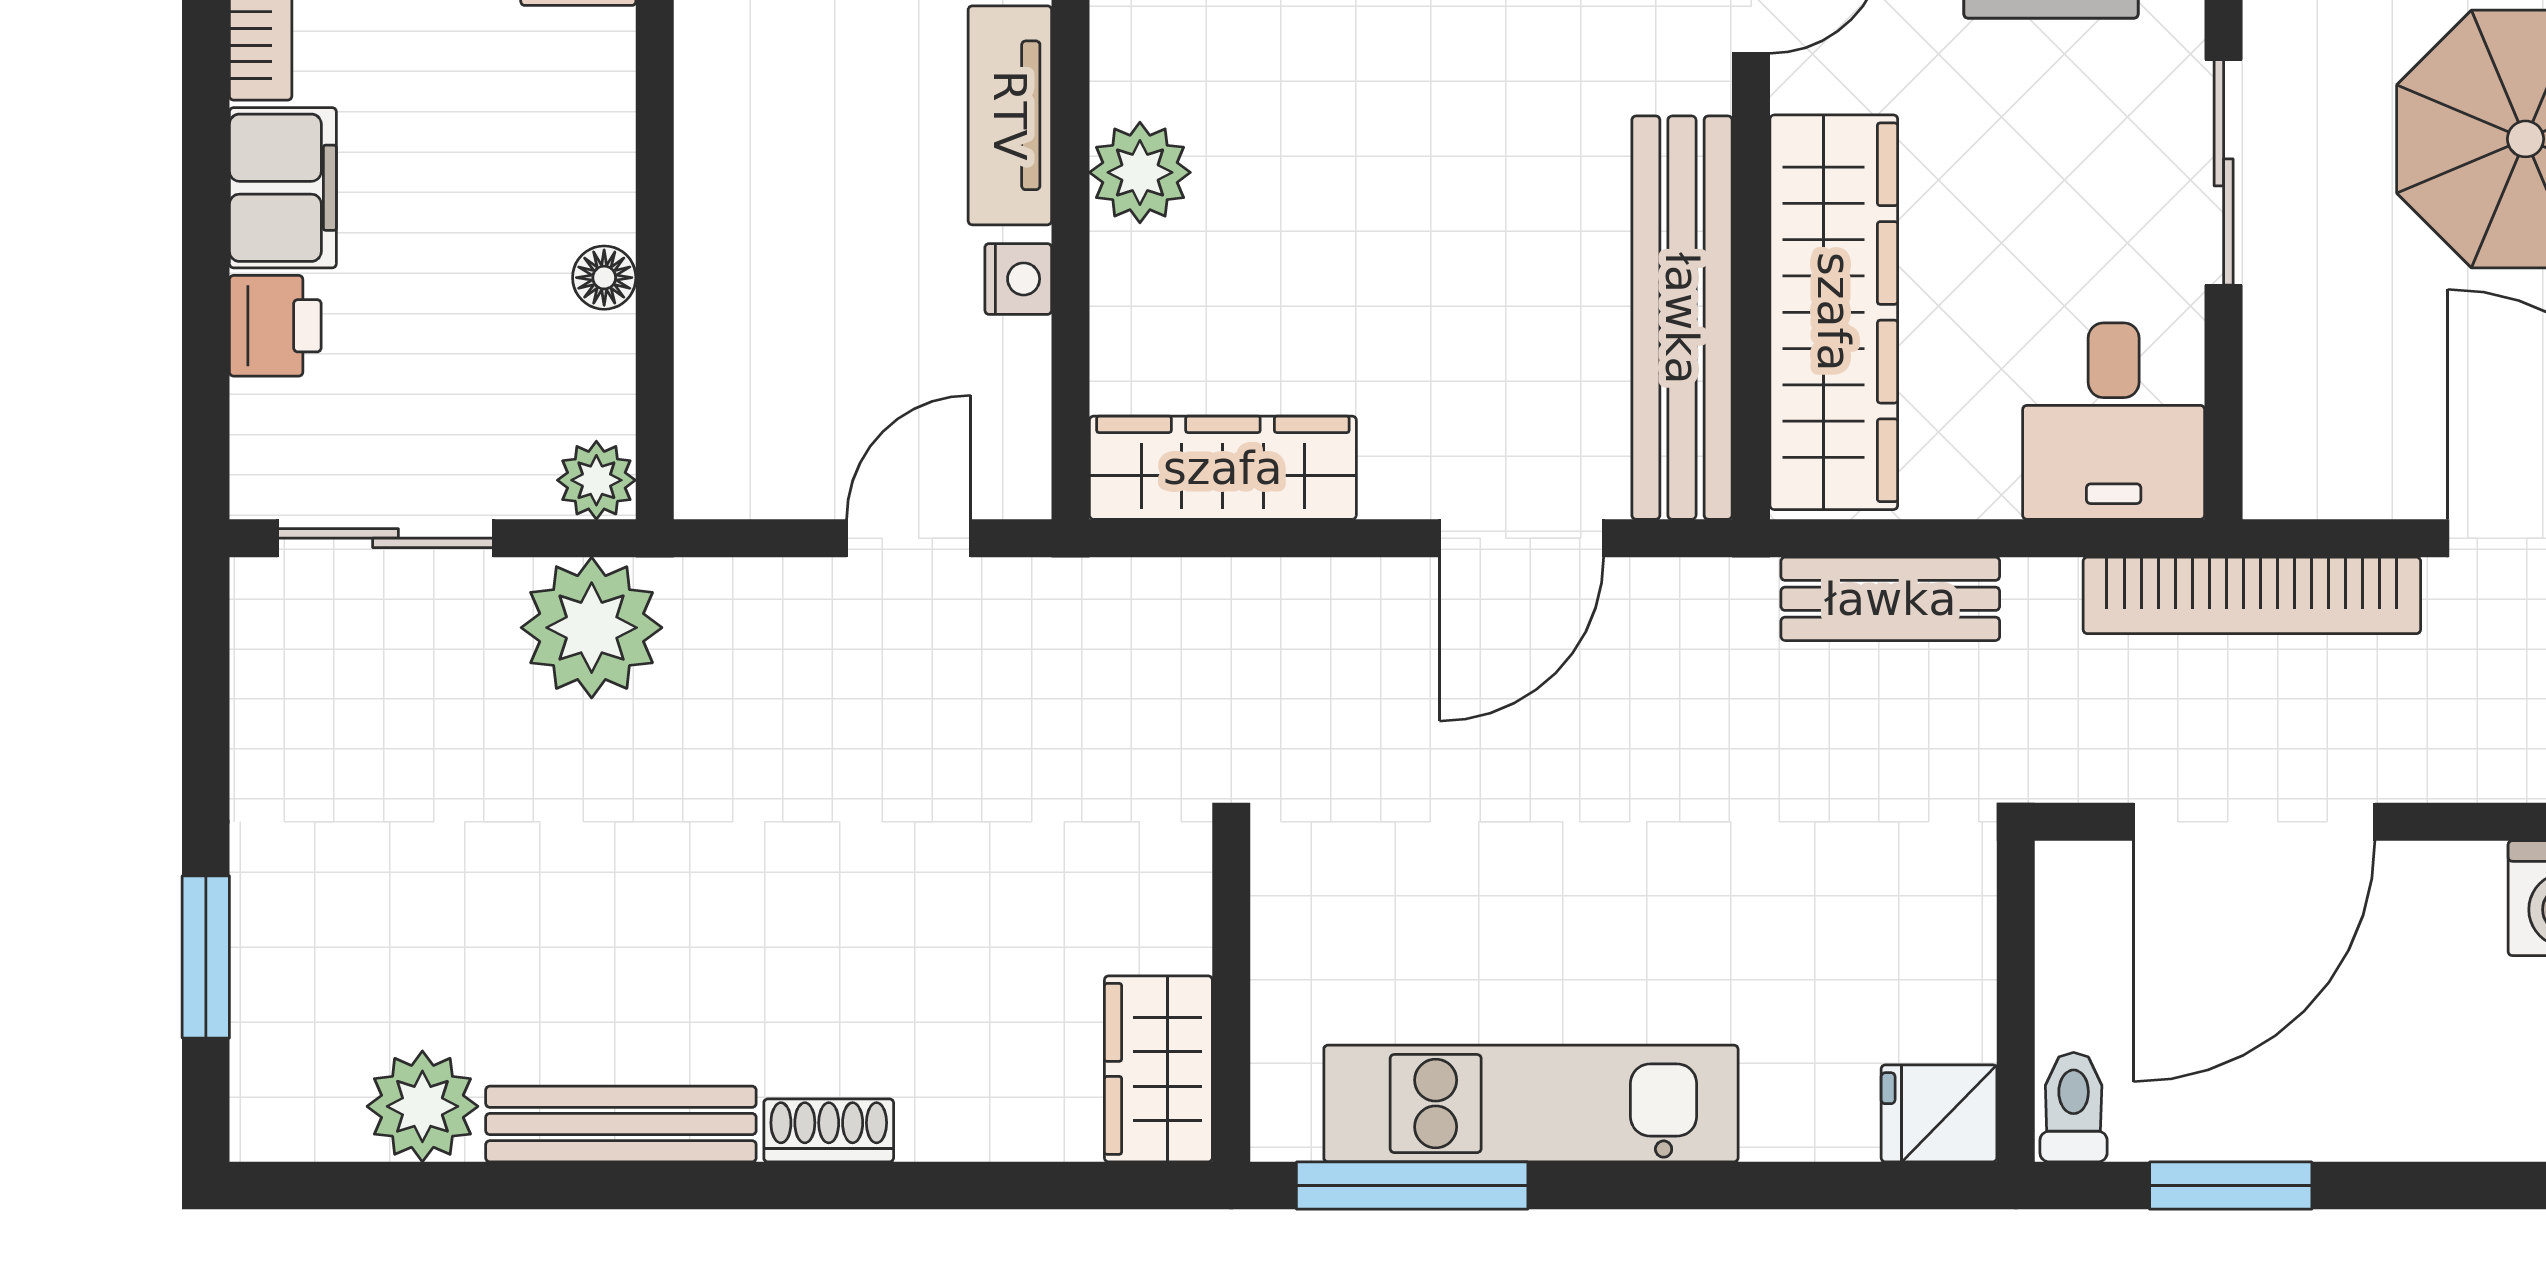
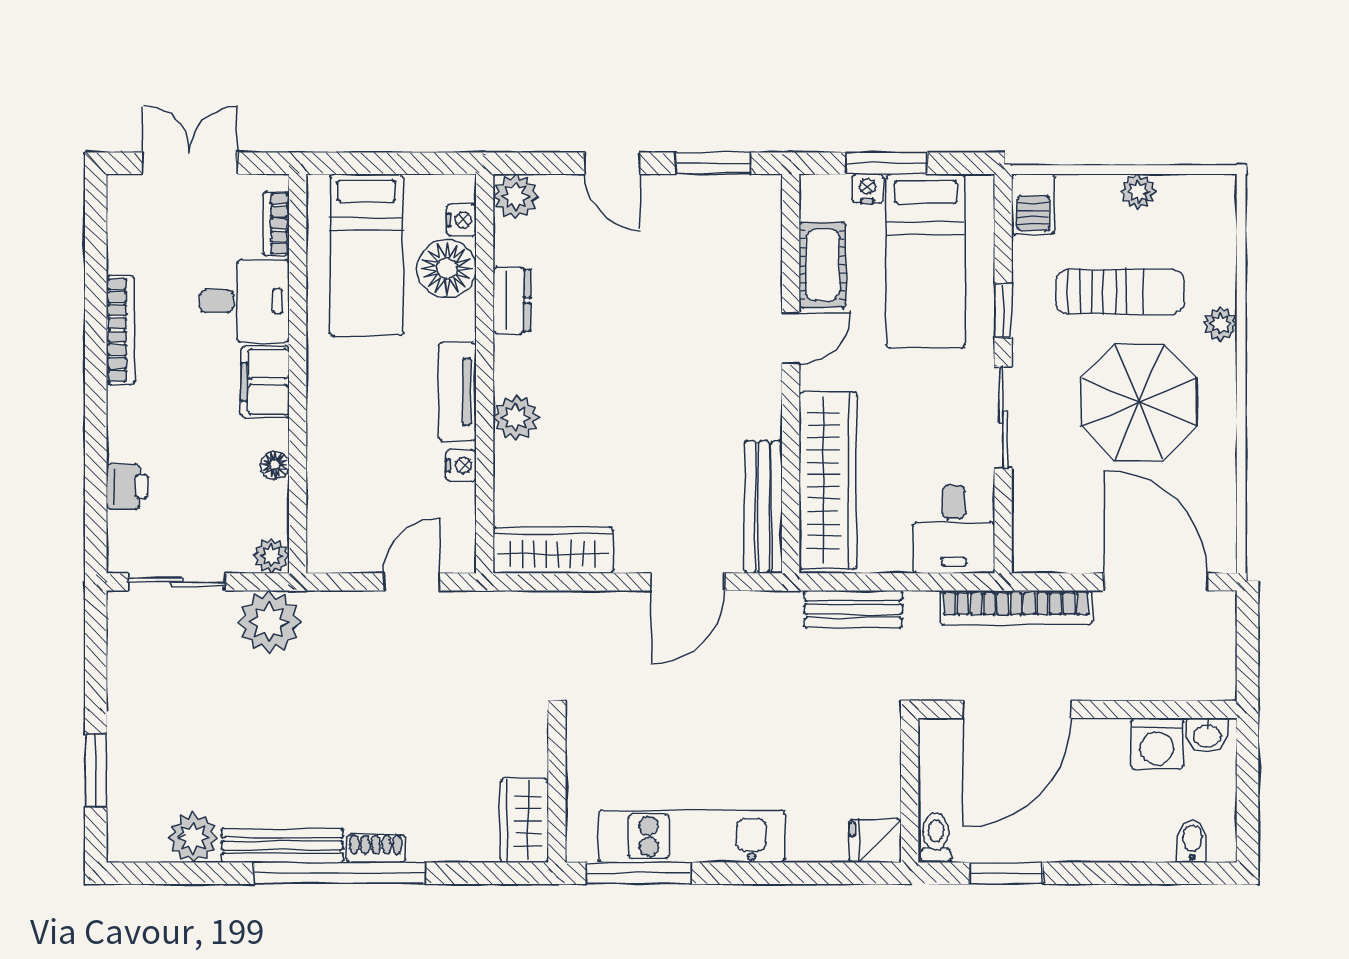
filing cabinet: (283, 188) -> (265, 382), moved, turned 180
bench: (1682, 318) -> (764, 507), width x0.73, depth x0.82
window: (748, 1186) -> (339, 873), added

